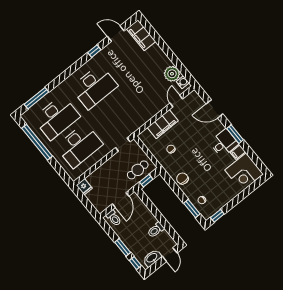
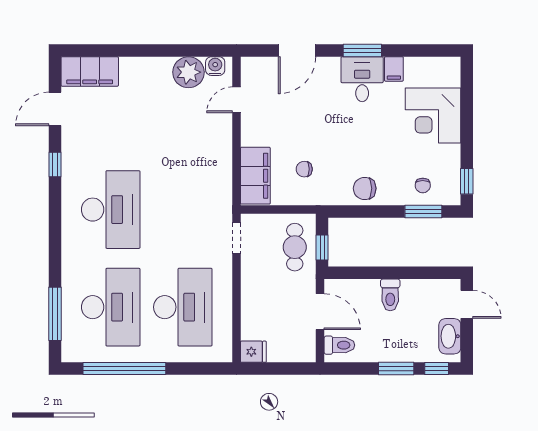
door: (176, 101) -> (236, 100), hinge flipped
filing cabinet: (163, 124) -> (255, 176), moved
corner desk: (244, 172) -> (433, 116), moved, turned 90
toilet: (156, 230) -> (390, 295), moved

